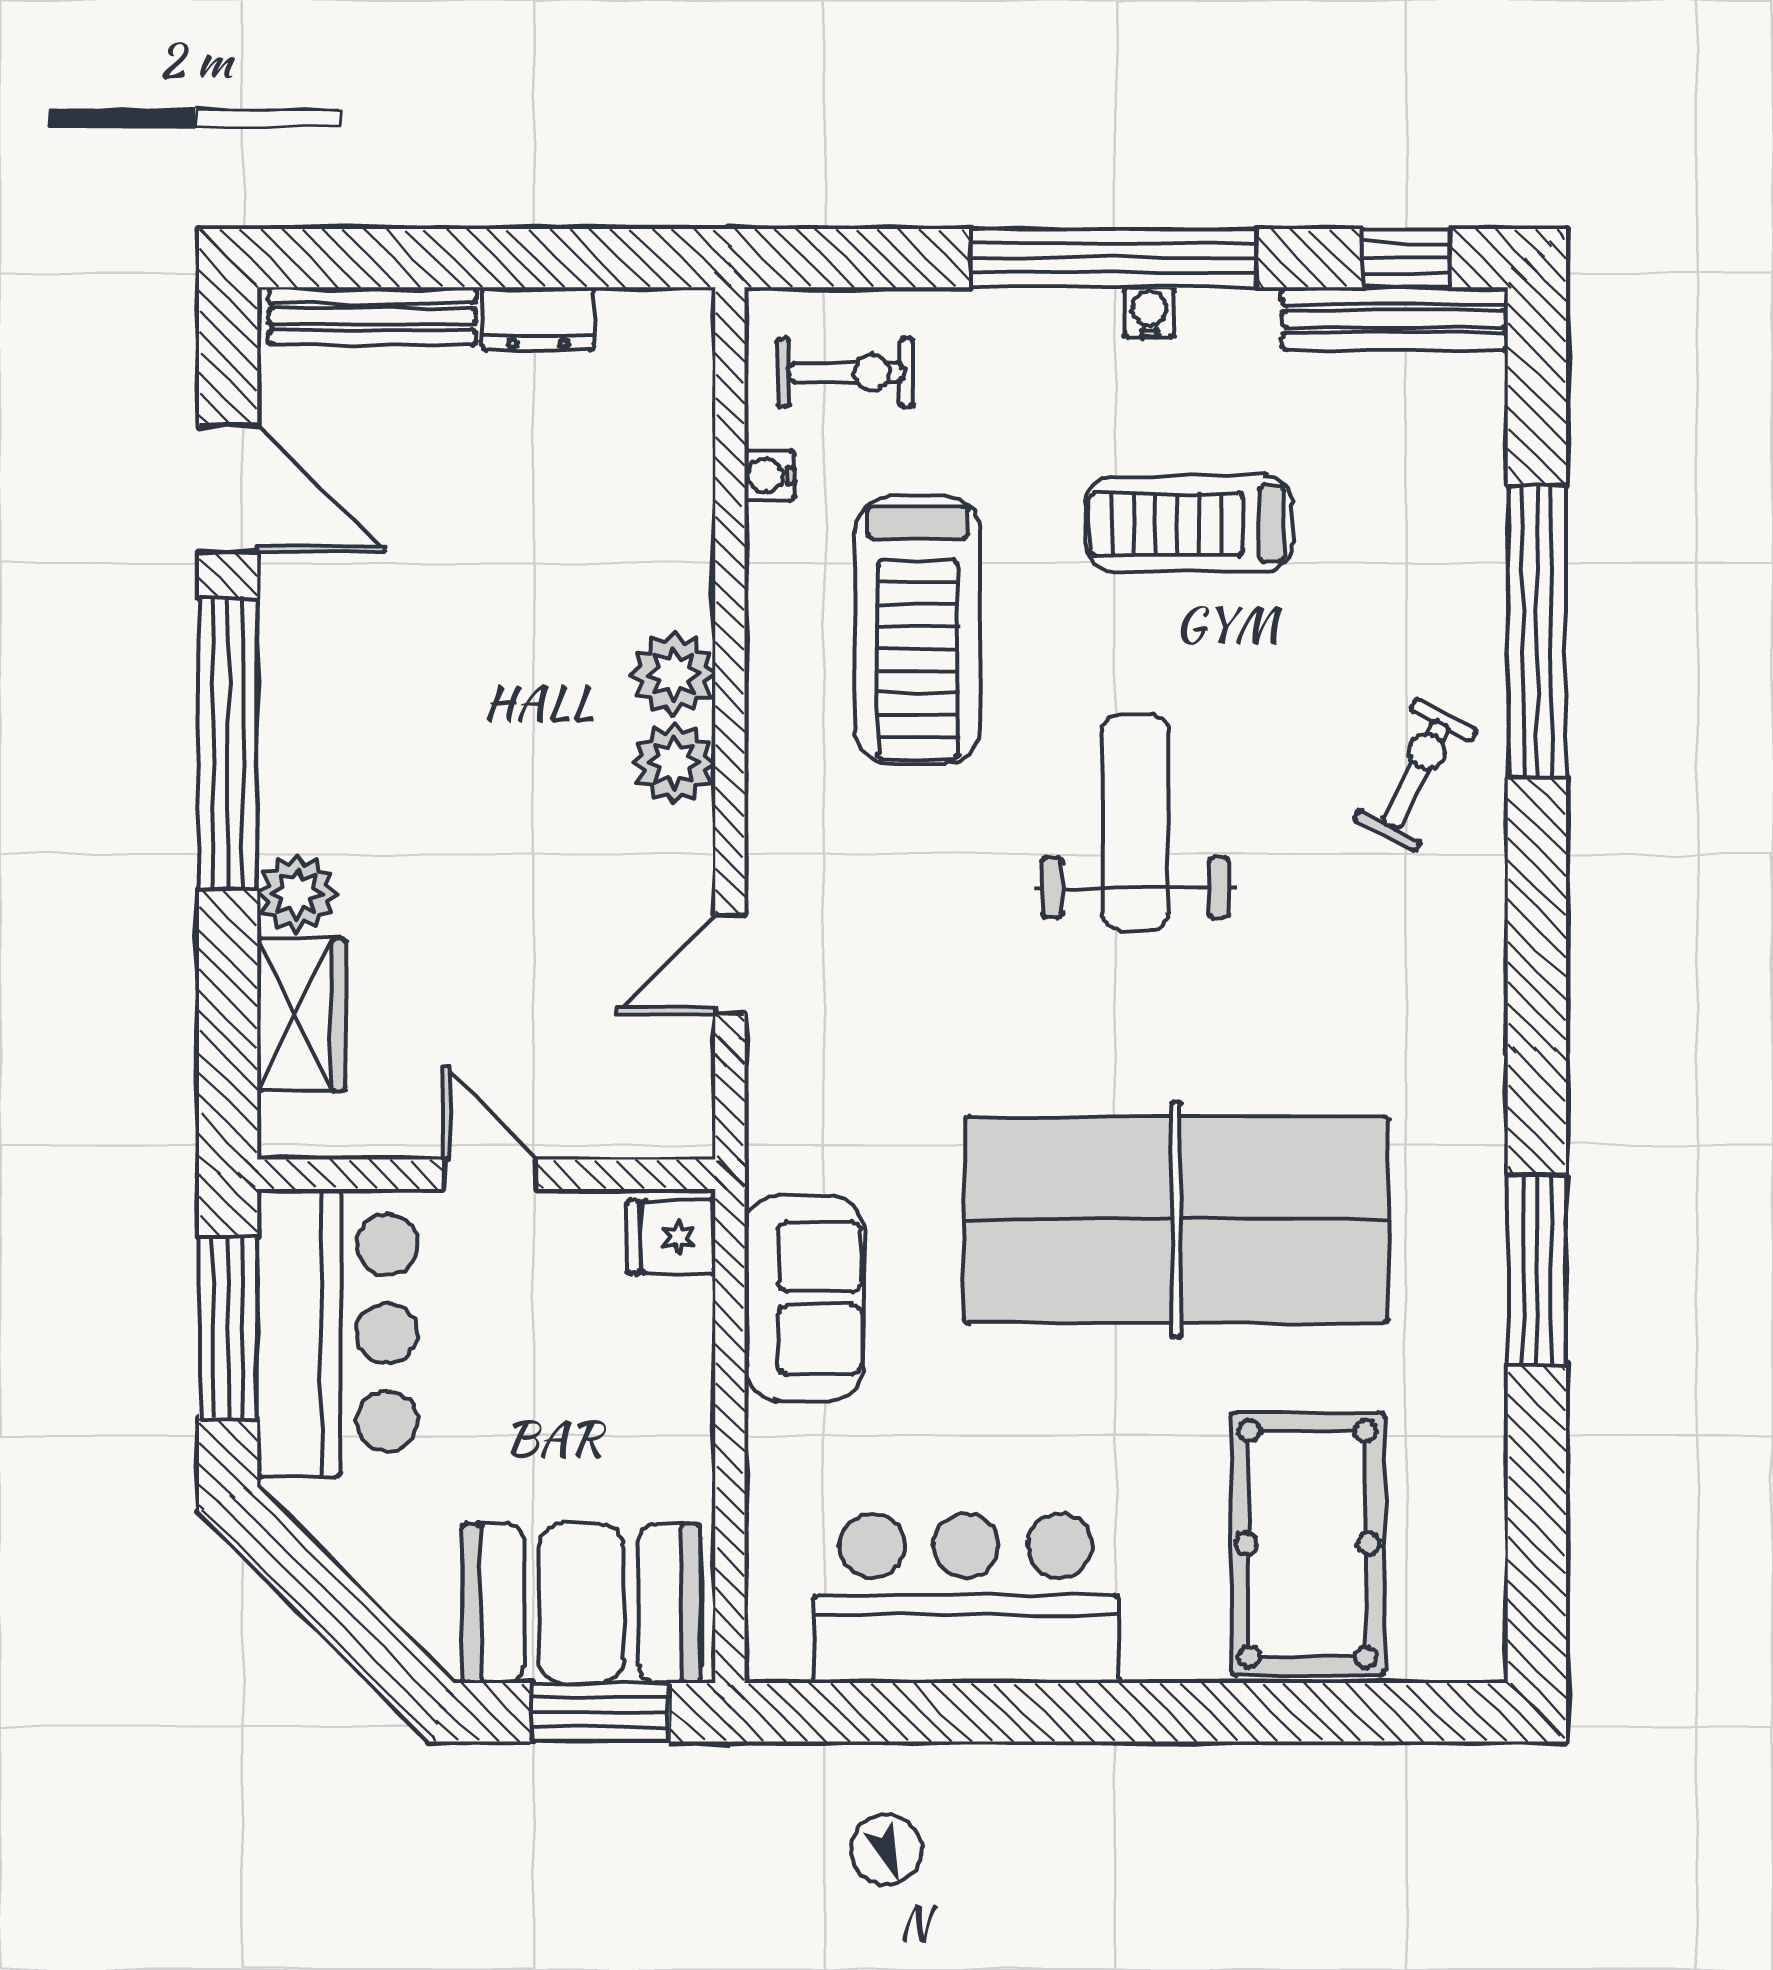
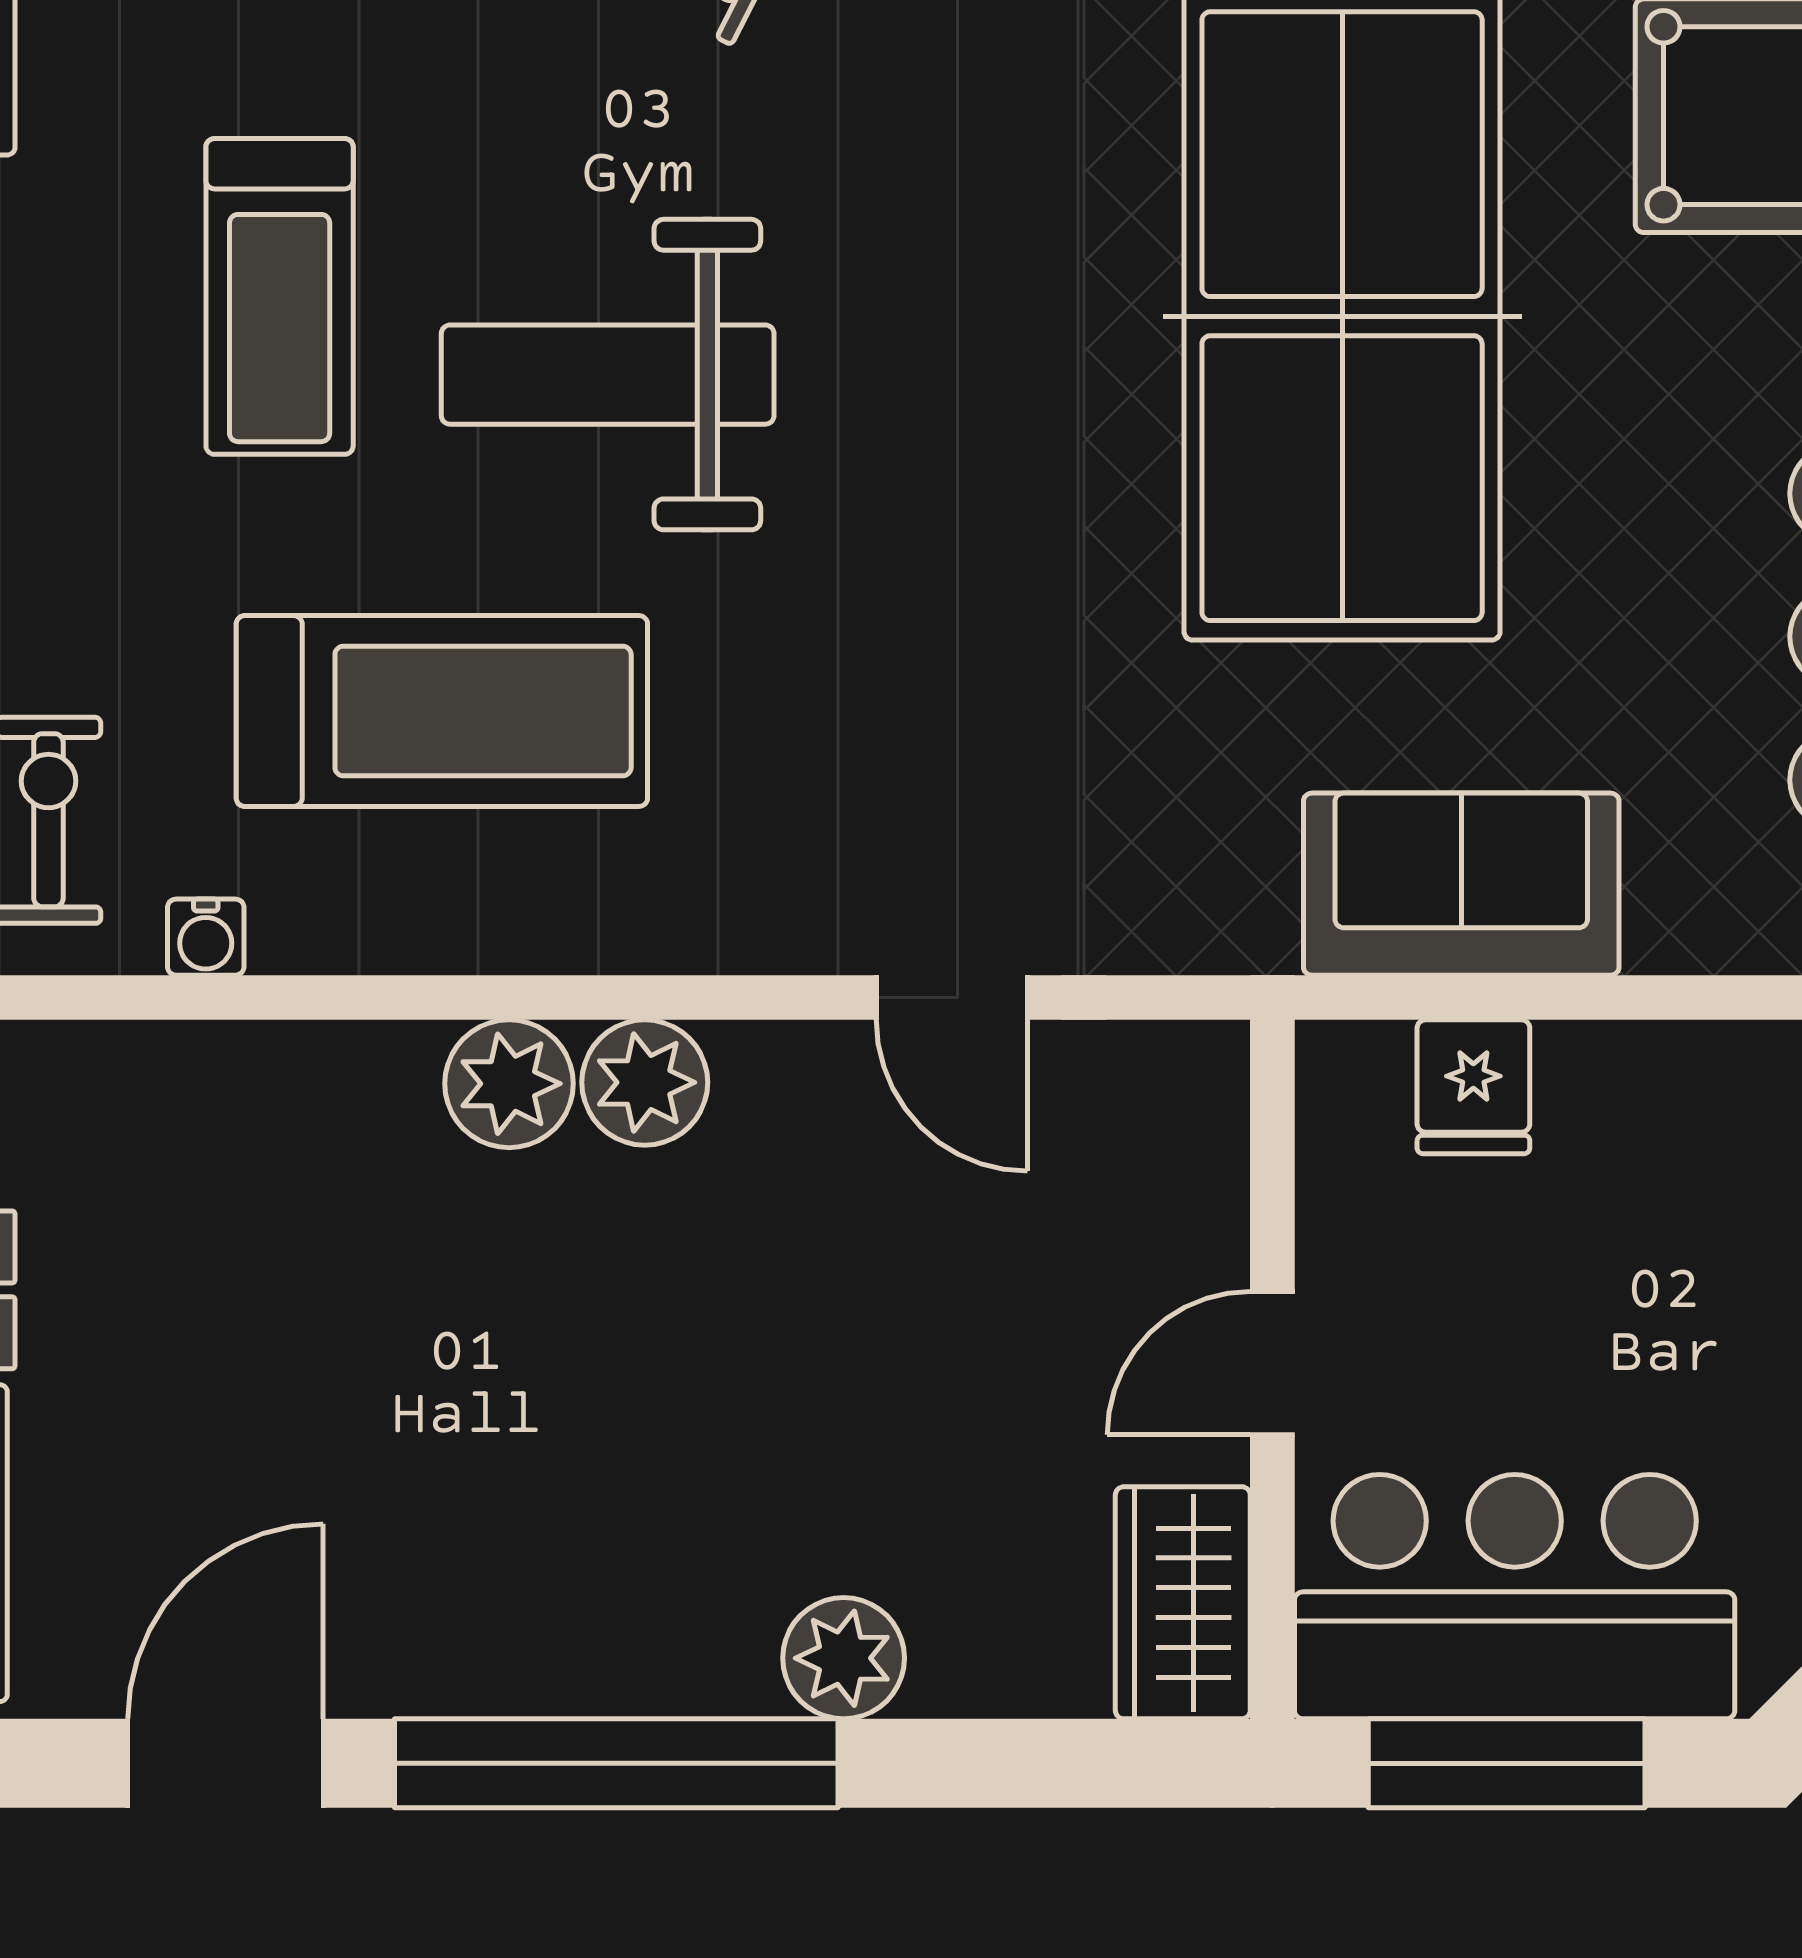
weight bench: (1135, 822) -> (608, 375), moved
wardrobe: (301, 1015) -> (1183, 1603), moved, turned -90
fridge: (671, 1237) -> (1473, 1087), moved

